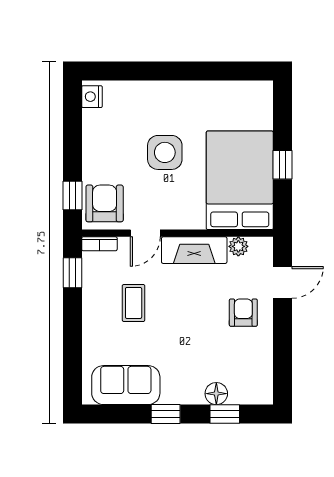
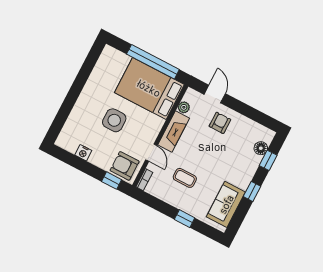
nightstand: (92, 97) -> (83, 153), moved
window: (282, 165) -> (153, 62), width x3.17
window: (72, 273) -> (185, 219), moved
armchair: (243, 313) -> (220, 123), turned 90
floor lamp: (216, 394) -> (261, 148), moved

